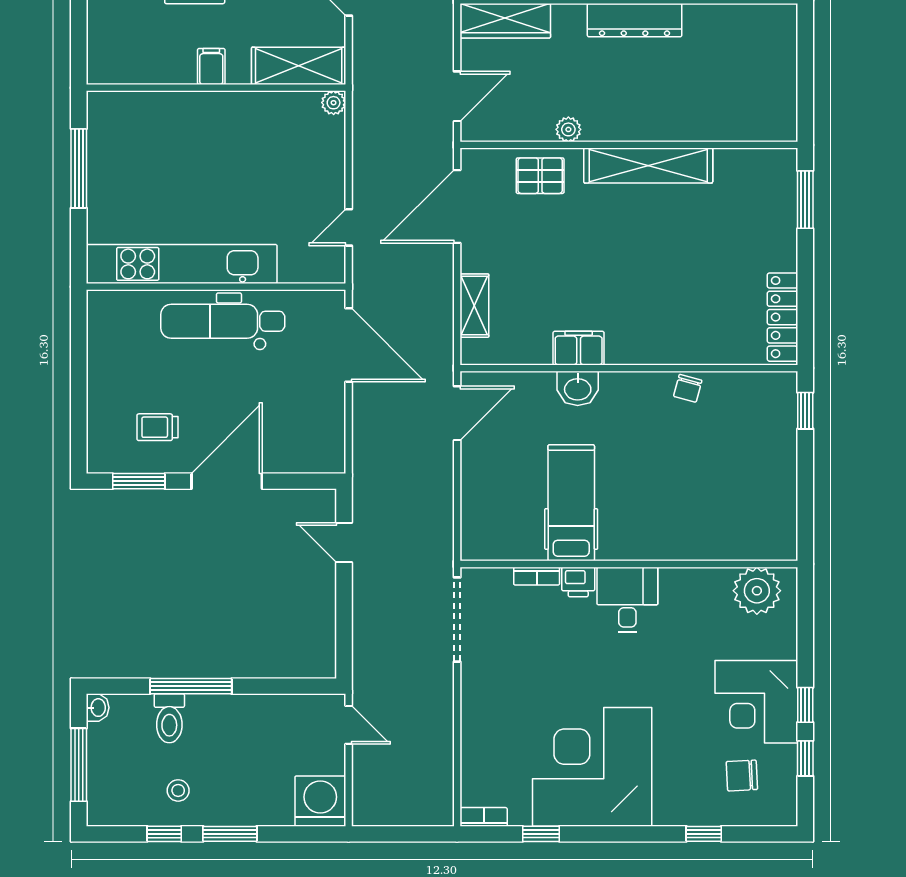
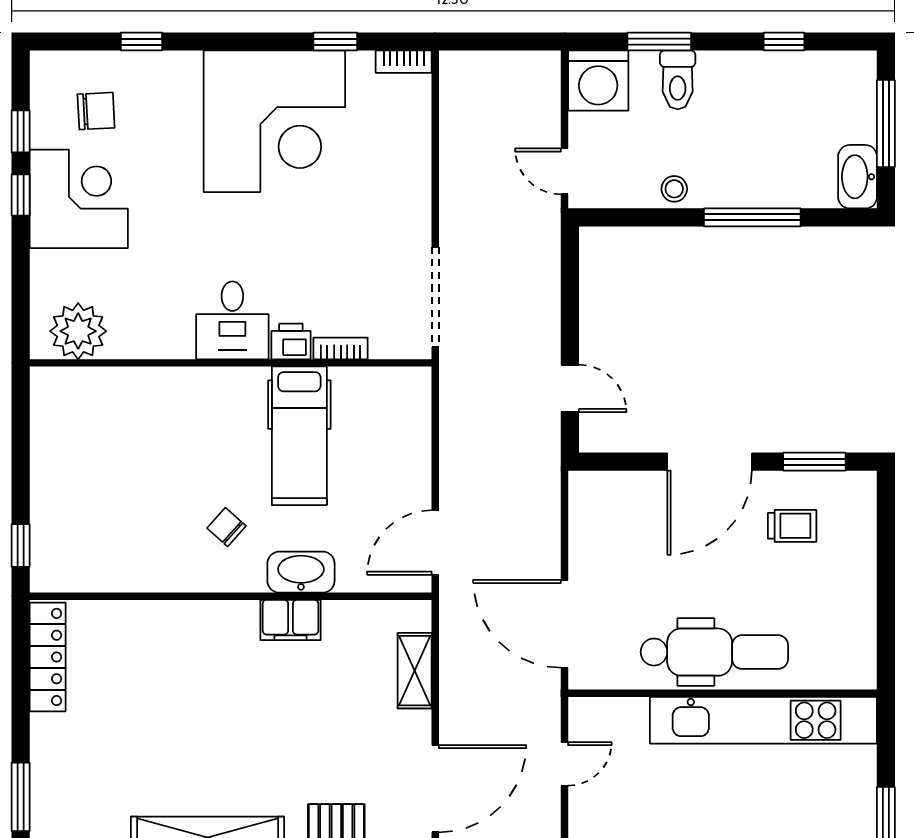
washbasin: (578, 388) -> (301, 572), width x1.38
chair: (688, 388) -> (226, 527), moved, turned -63
washbasin: (98, 708) -> (858, 177), width x1.91, depth x1.45
toilet: (169, 718) -> (678, 80), moved, turned 180
stool: (178, 790) -> (674, 189), moved
window: (230, 834) -> (659, 42), moved

